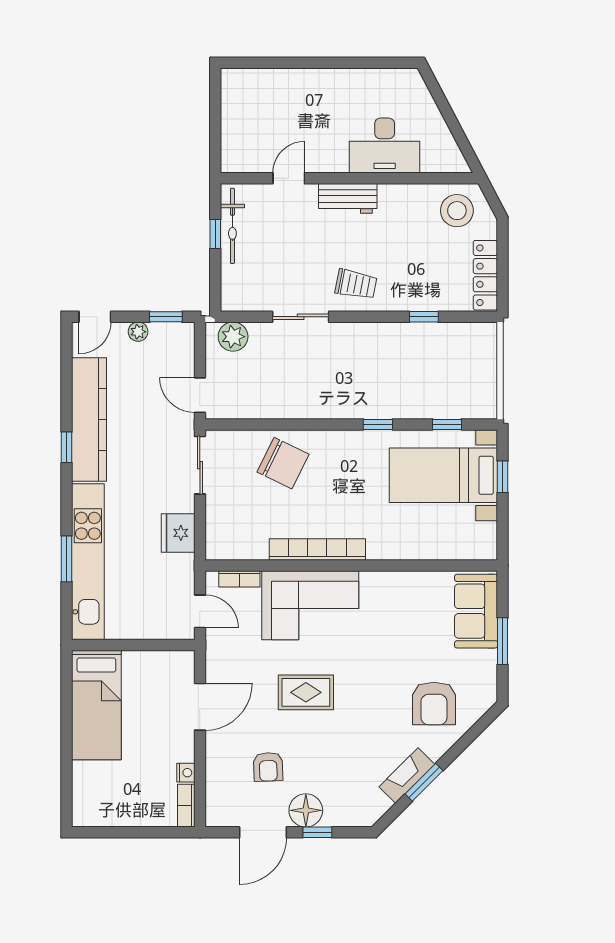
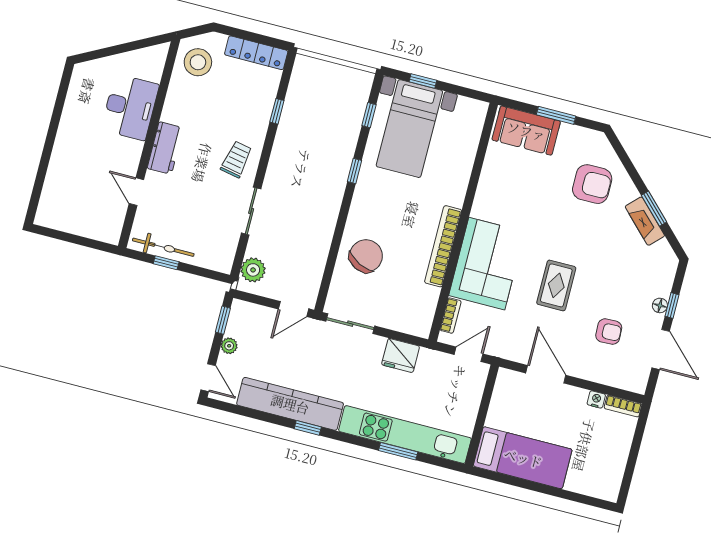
floor lamp: (306, 810) -> (660, 305), width x0.53, depth x0.53

